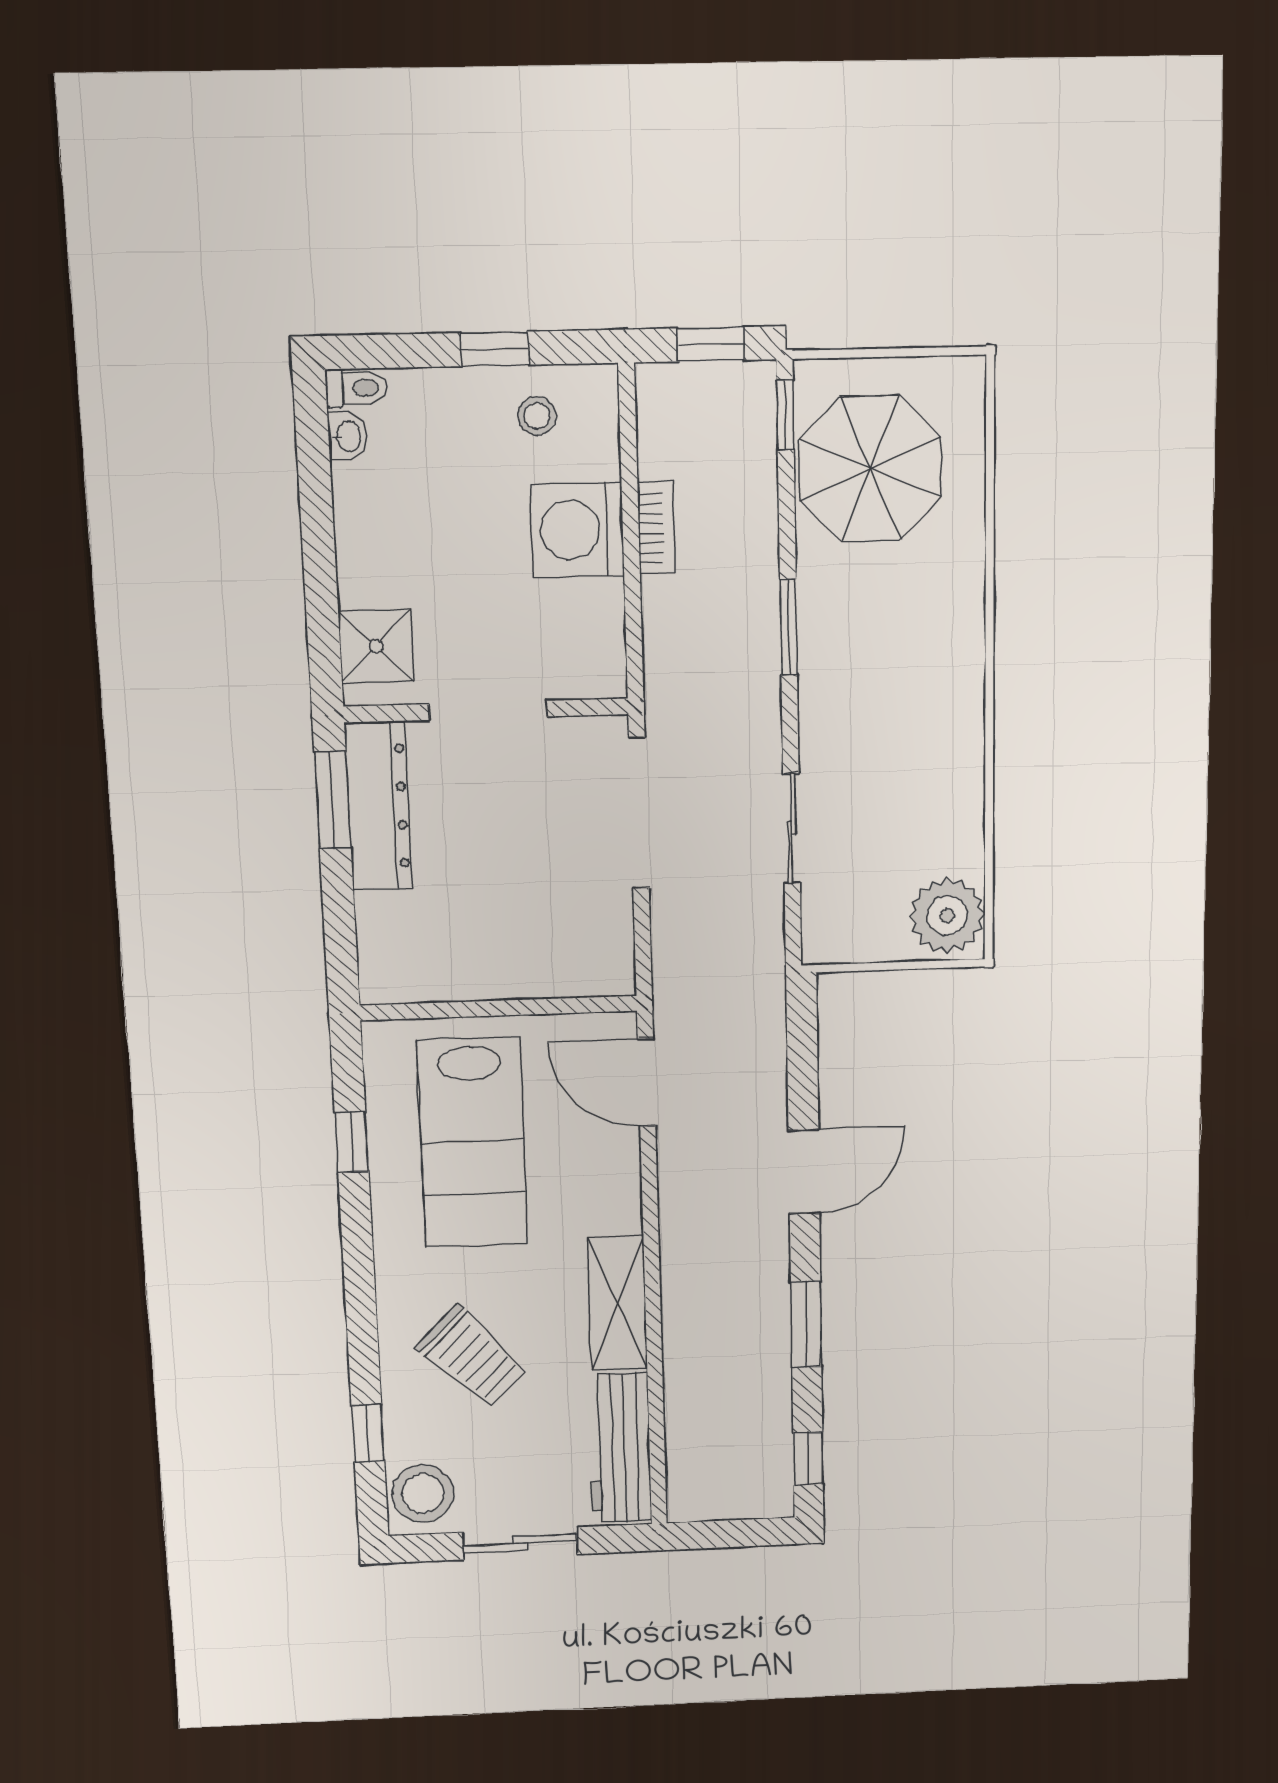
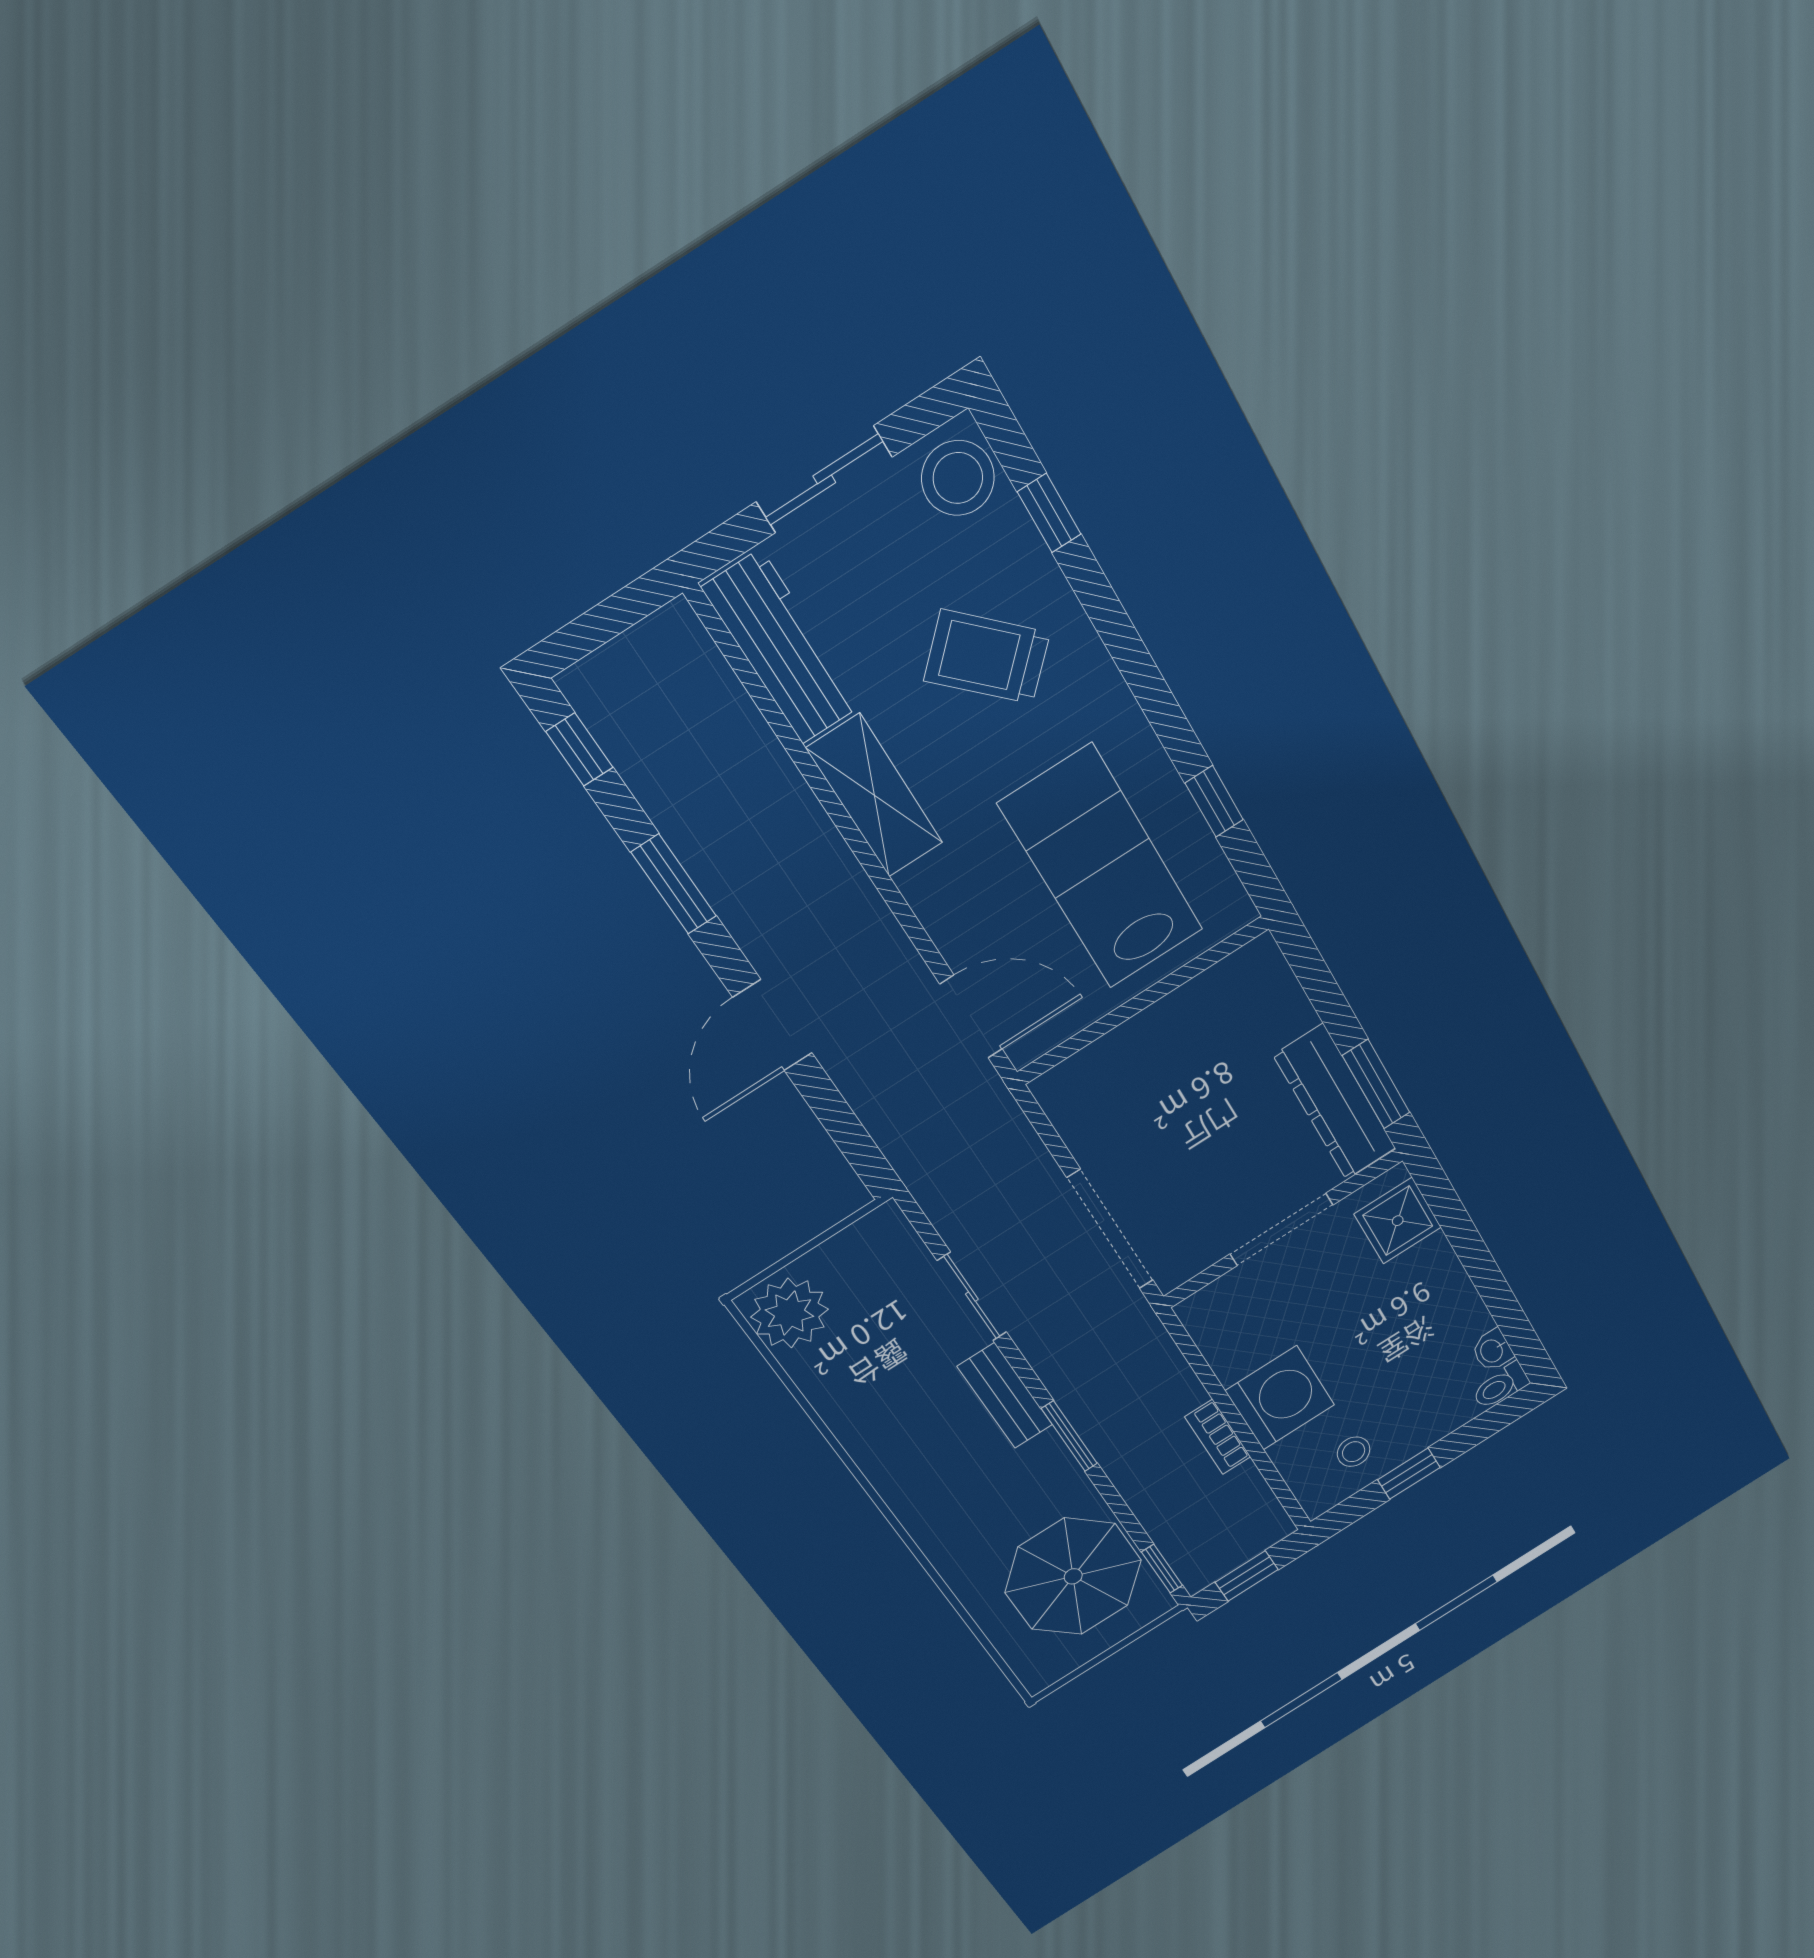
bench: (820, 710) -> (1005, 1396), added

